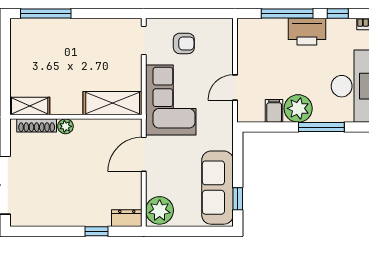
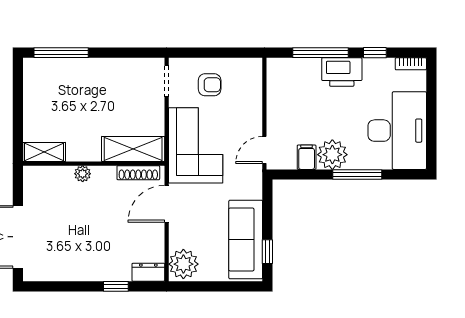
door: (235, 87) -> (264, 150), moved
shoe rack: (37, 125) -> (138, 173), moved

